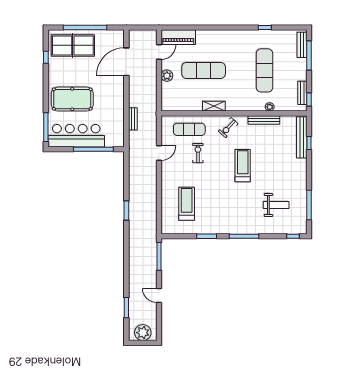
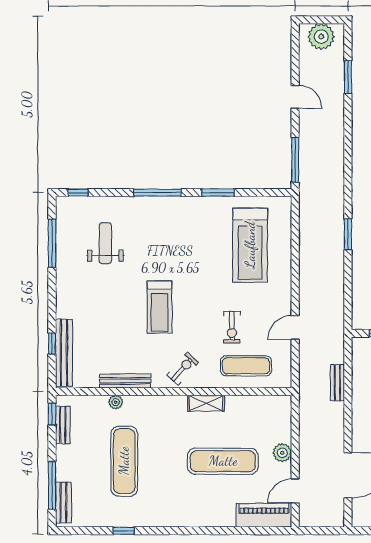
treadmill: (187, 204) -> (250, 245), width x1.37, depth x1.38
weight bench: (276, 205) -> (105, 243), turned 90

